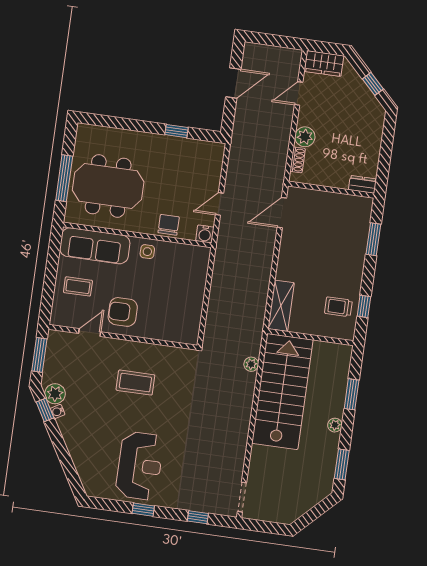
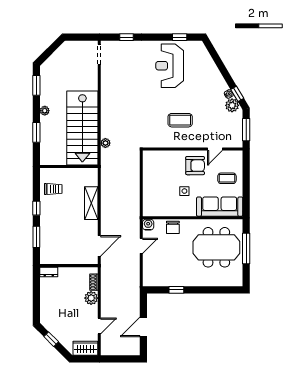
side table: (147, 252) -> (184, 191), moved
shelving: (281, 306) -> (91, 203), moved
window: (364, 306) -> (36, 208), moved
window: (143, 510) -> (180, 37), moved

